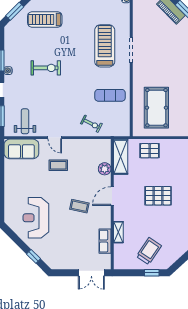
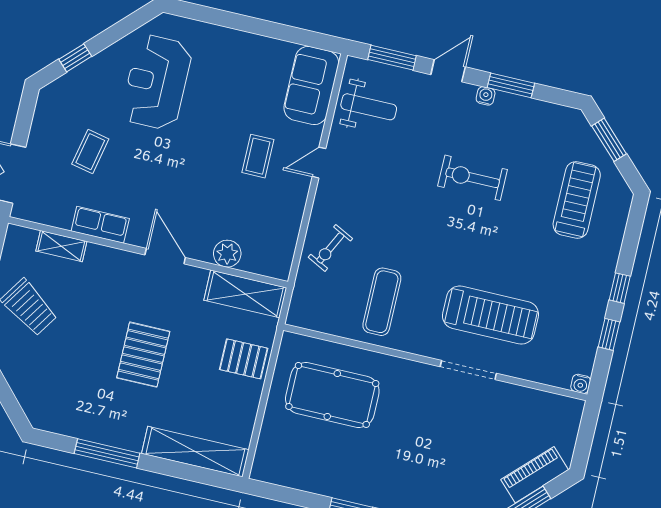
exercise bike: (46, 68) -> (473, 178), turned 90
pallet: (150, 151) -> (244, 359), turned 90
coffee table: (79, 206) -> (90, 152), moved
reception desk: (36, 218) -> (157, 82), turned -90
shelving: (118, 232) -> (61, 246), moved
row of seats: (105, 241) -> (100, 225), moved

